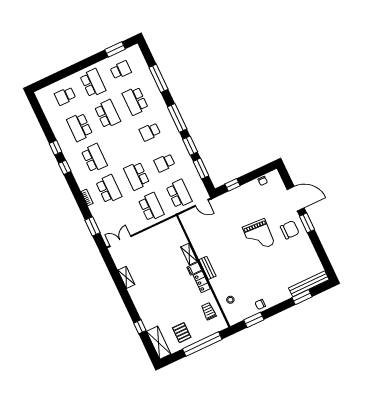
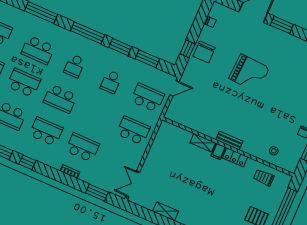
school desk: (137, 176) -> (60, 99), moved
chair: (290, 230) -> (204, 52), moved, turned 180

